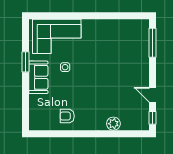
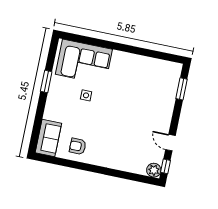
window: (153, 43) -> (182, 89), width x0.69
sofa: (38, 77) -> (48, 138), moved
plant: (113, 124) -> (154, 170), moved

